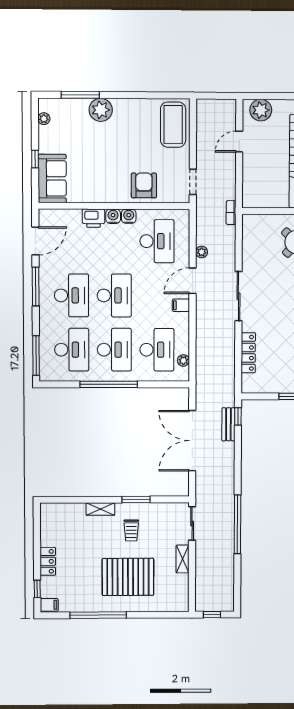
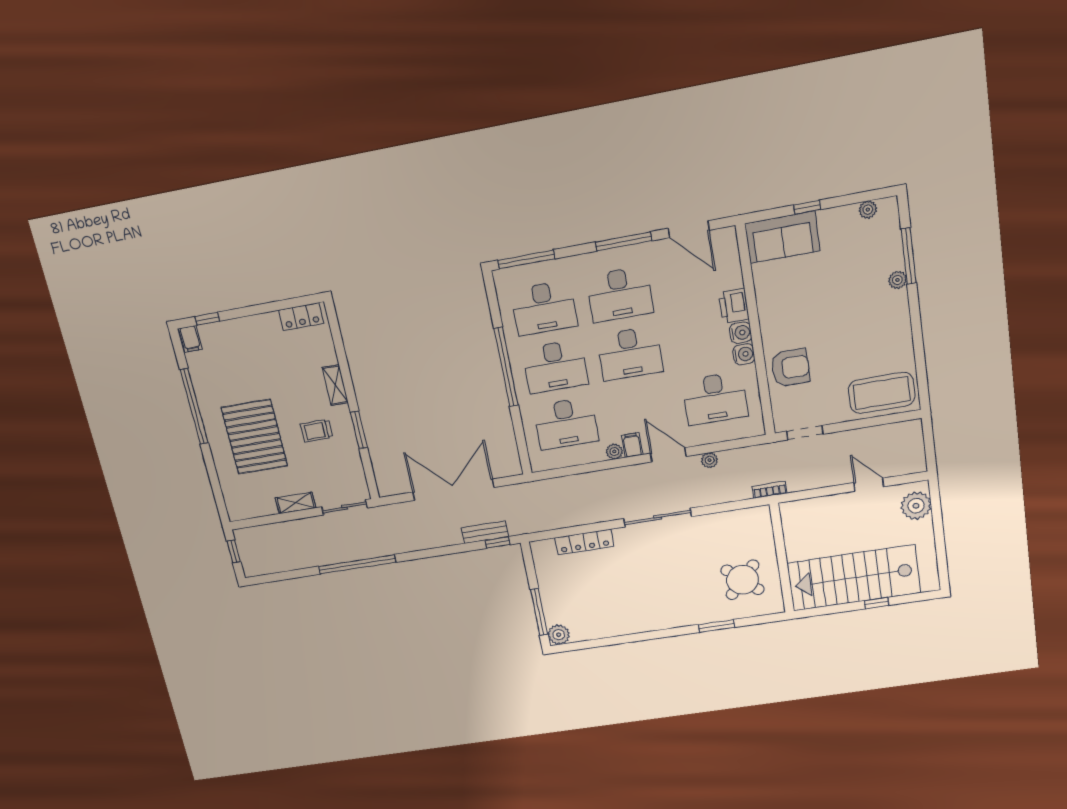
plant: (101, 110) -> (897, 280), width x0.53, depth x0.53
plant: (183, 360) -> (614, 451), moved
locker: (48, 561) -> (301, 317), moved

